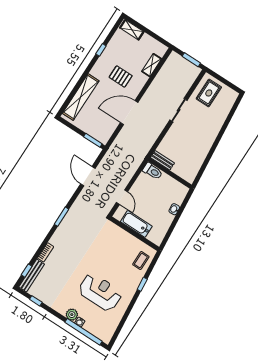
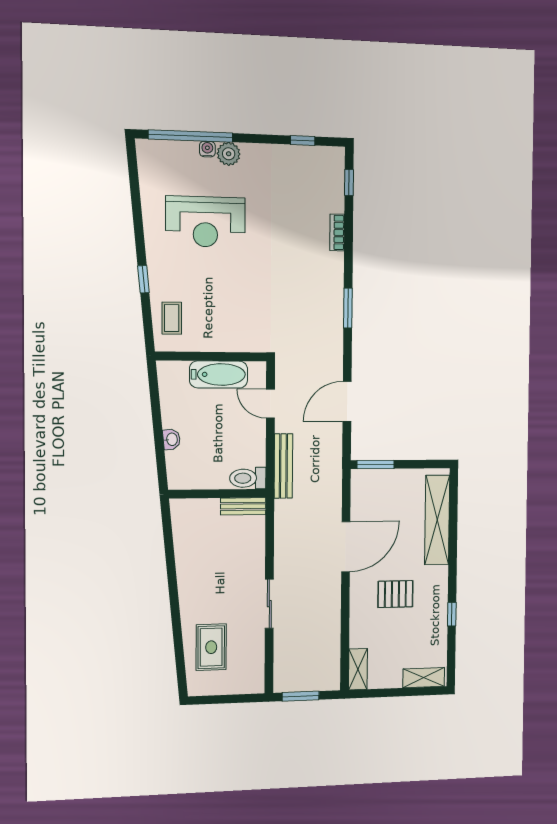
shelving: (152, 65) -> (358, 669), moved
rug: (209, 93) -> (211, 647), moved
door: (88, 176) -> (347, 401), swing flipped
bench: (32, 275) -> (283, 466), moved

